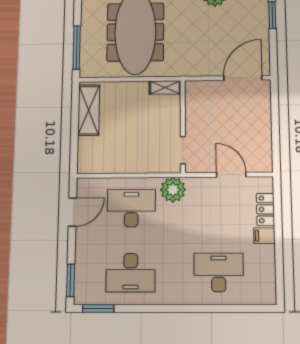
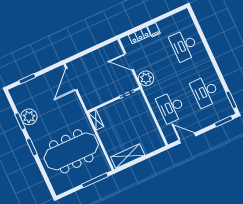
door: (243, 78) -> (71, 79), hinge flipped
door: (231, 175) -> (129, 62), hinge flipped
plant: (173, 190) -> (146, 78), moved
desk: (131, 273) -> (205, 92), turned 180

